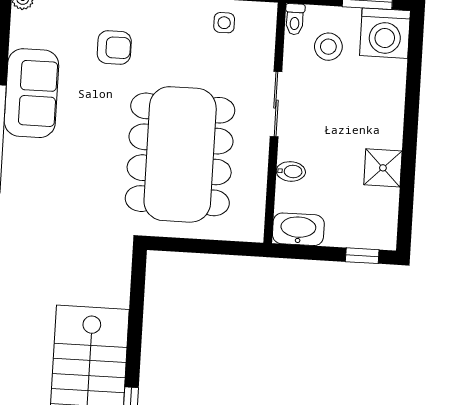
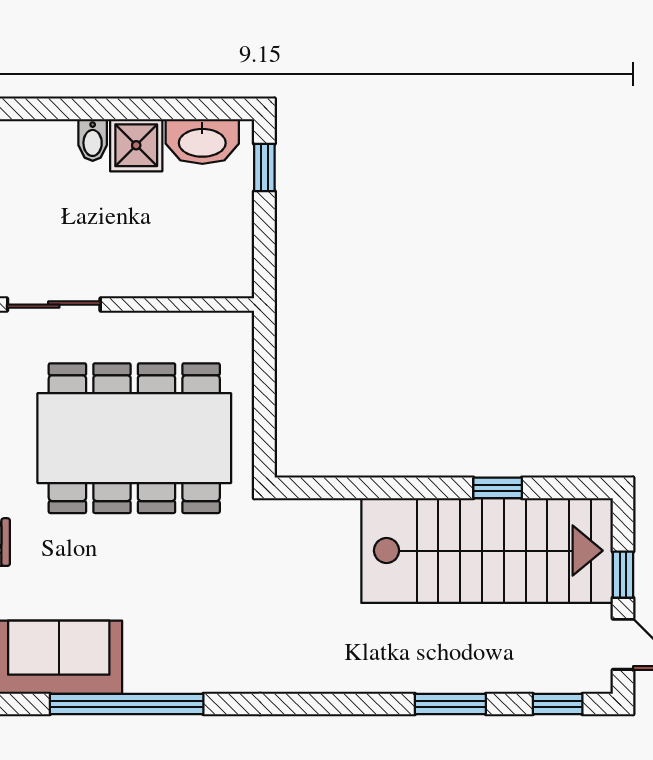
bidet: (291, 171) -> (93, 140), moved, turned 180
washbasin: (298, 229) -> (202, 142), moved, turned -90

